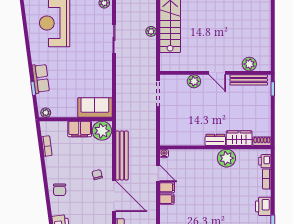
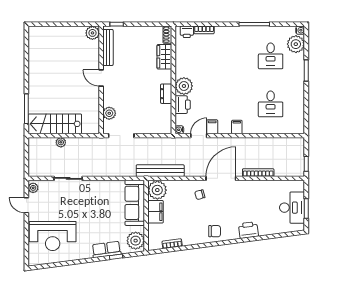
plant: (249, 64) -> (92, 33), moved
door: (217, 73) -> (101, 78), swing flipped
plant: (194, 81) -> (109, 113), moved
sofa: (95, 108) -> (135, 203), width x1.36
plant: (46, 113) -> (136, 241), width x1.87, depth x1.87
dresser: (215, 140) -> (166, 94), moved
bench: (122, 155) -> (160, 171), moved
plant: (226, 158) -> (184, 86), moved
filing cabinet: (167, 199) -> (237, 127), moved
printer: (263, 206) -> (183, 105), moved, turned -90

